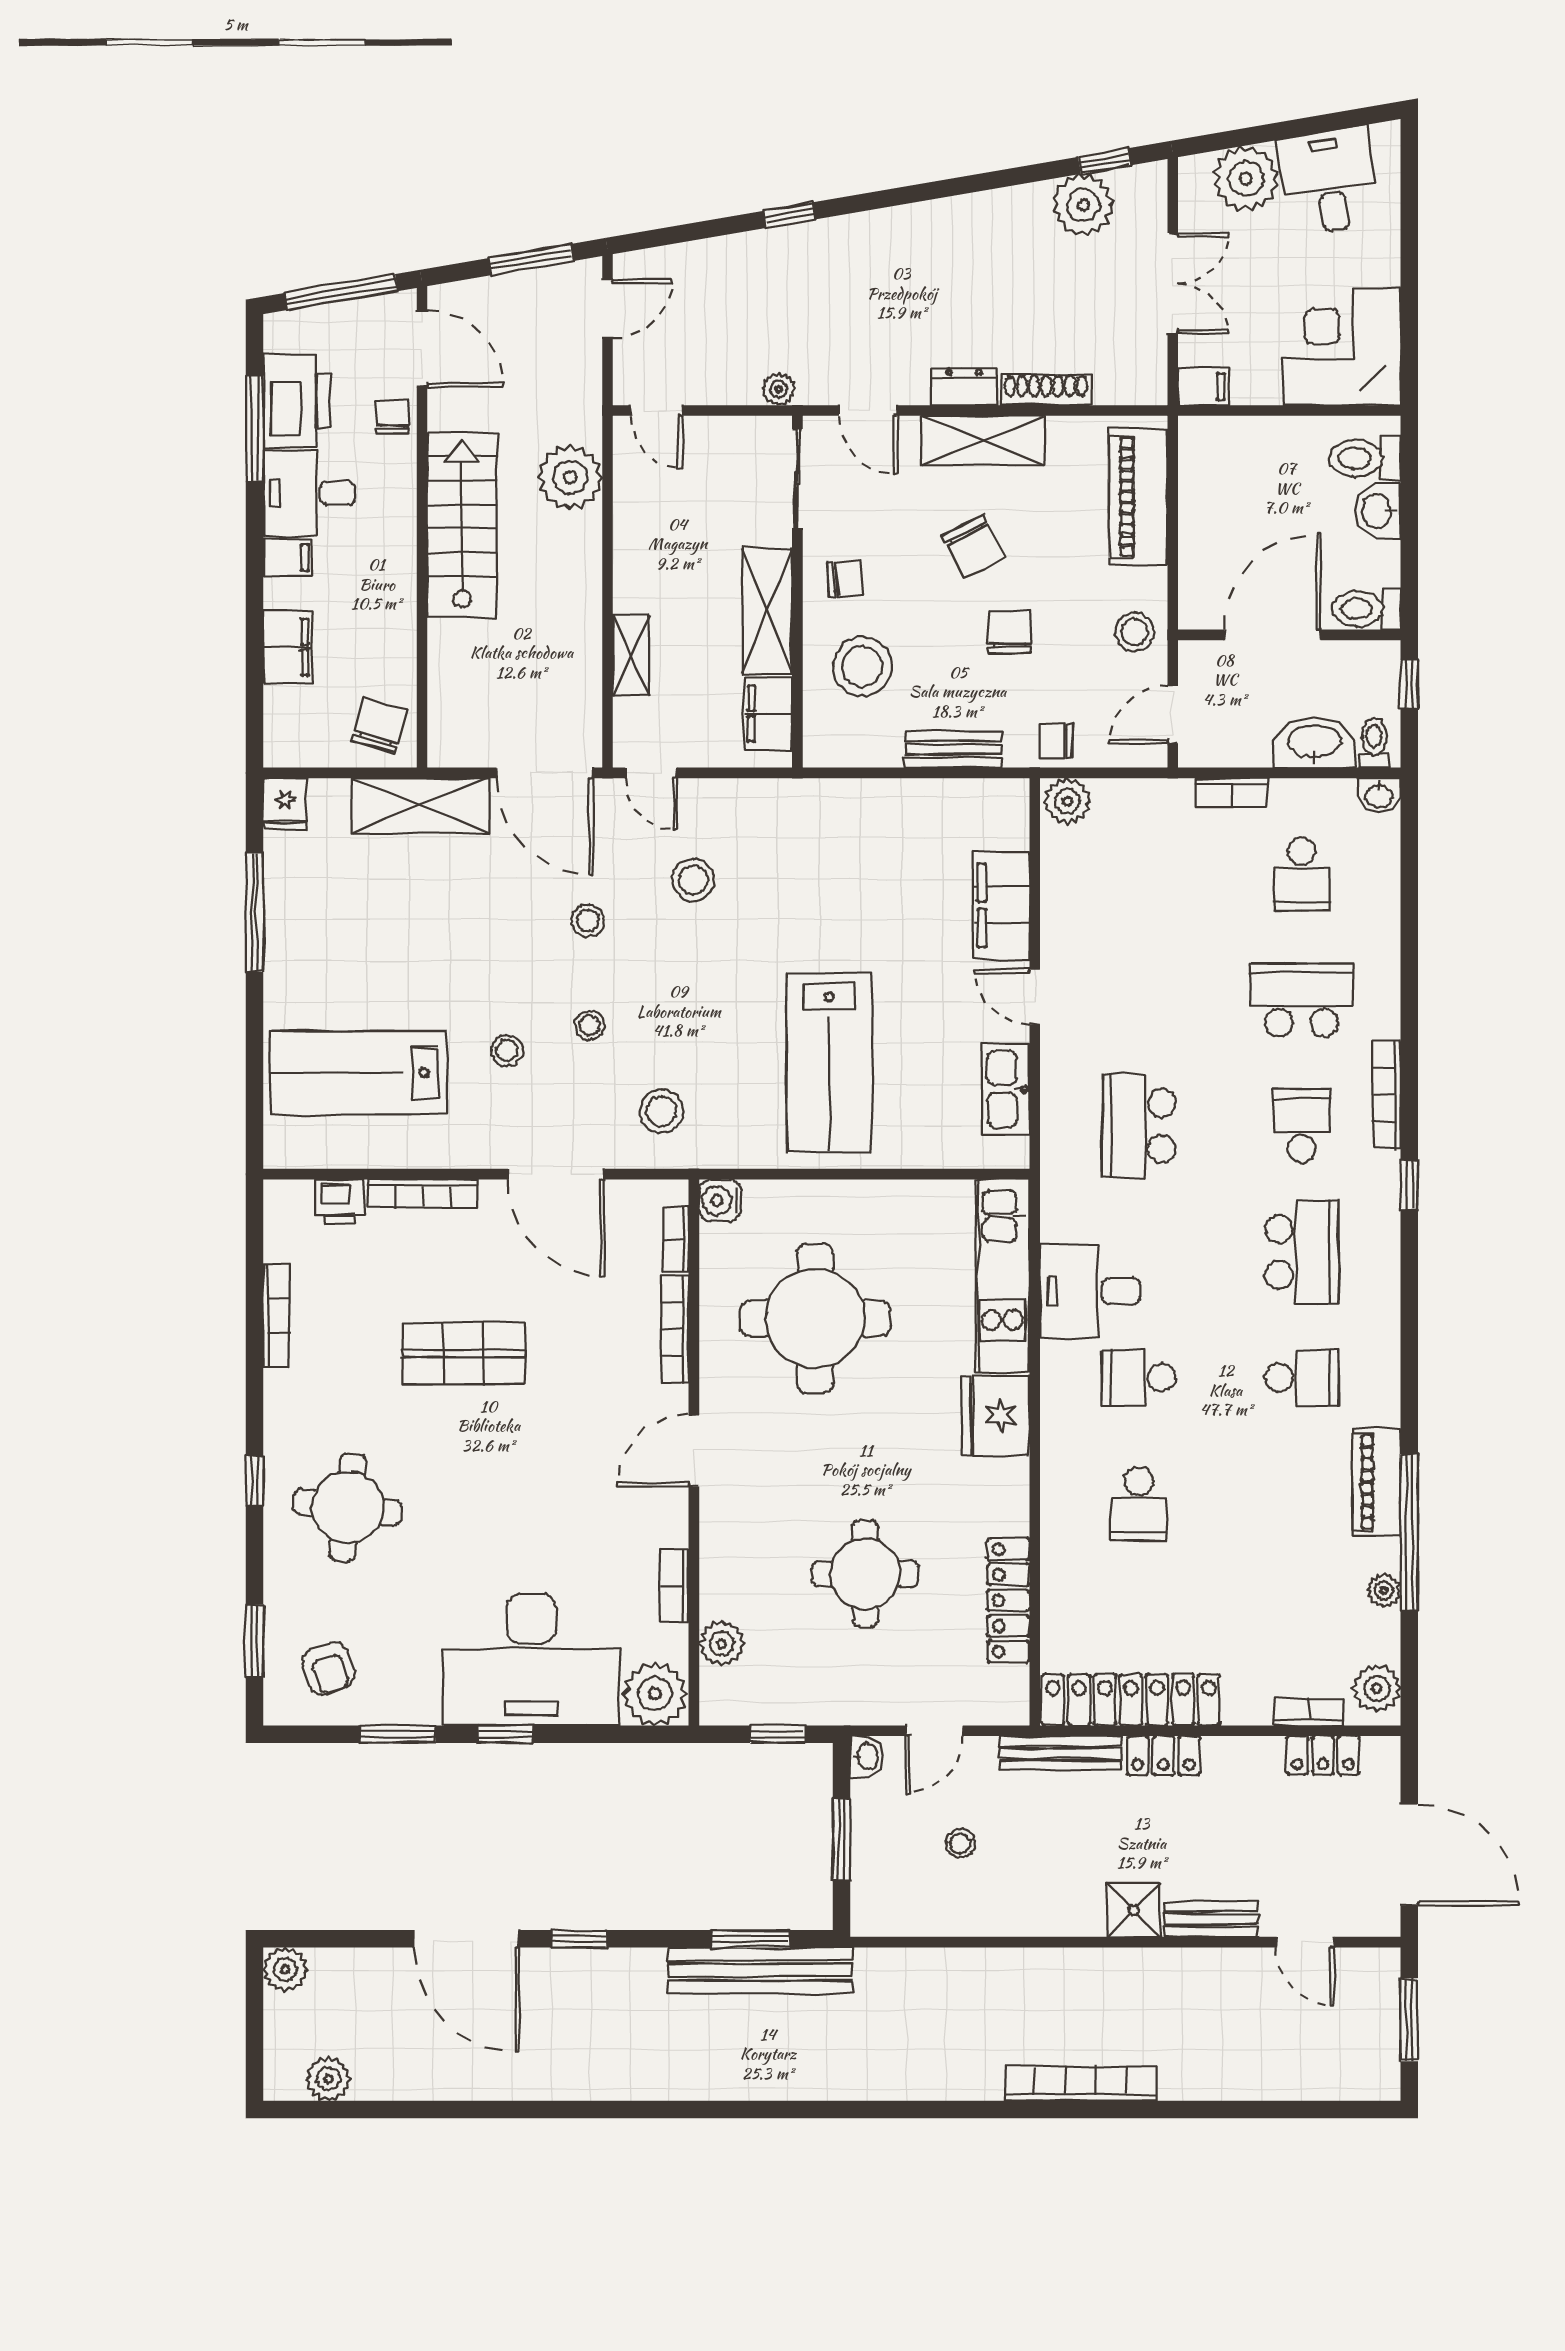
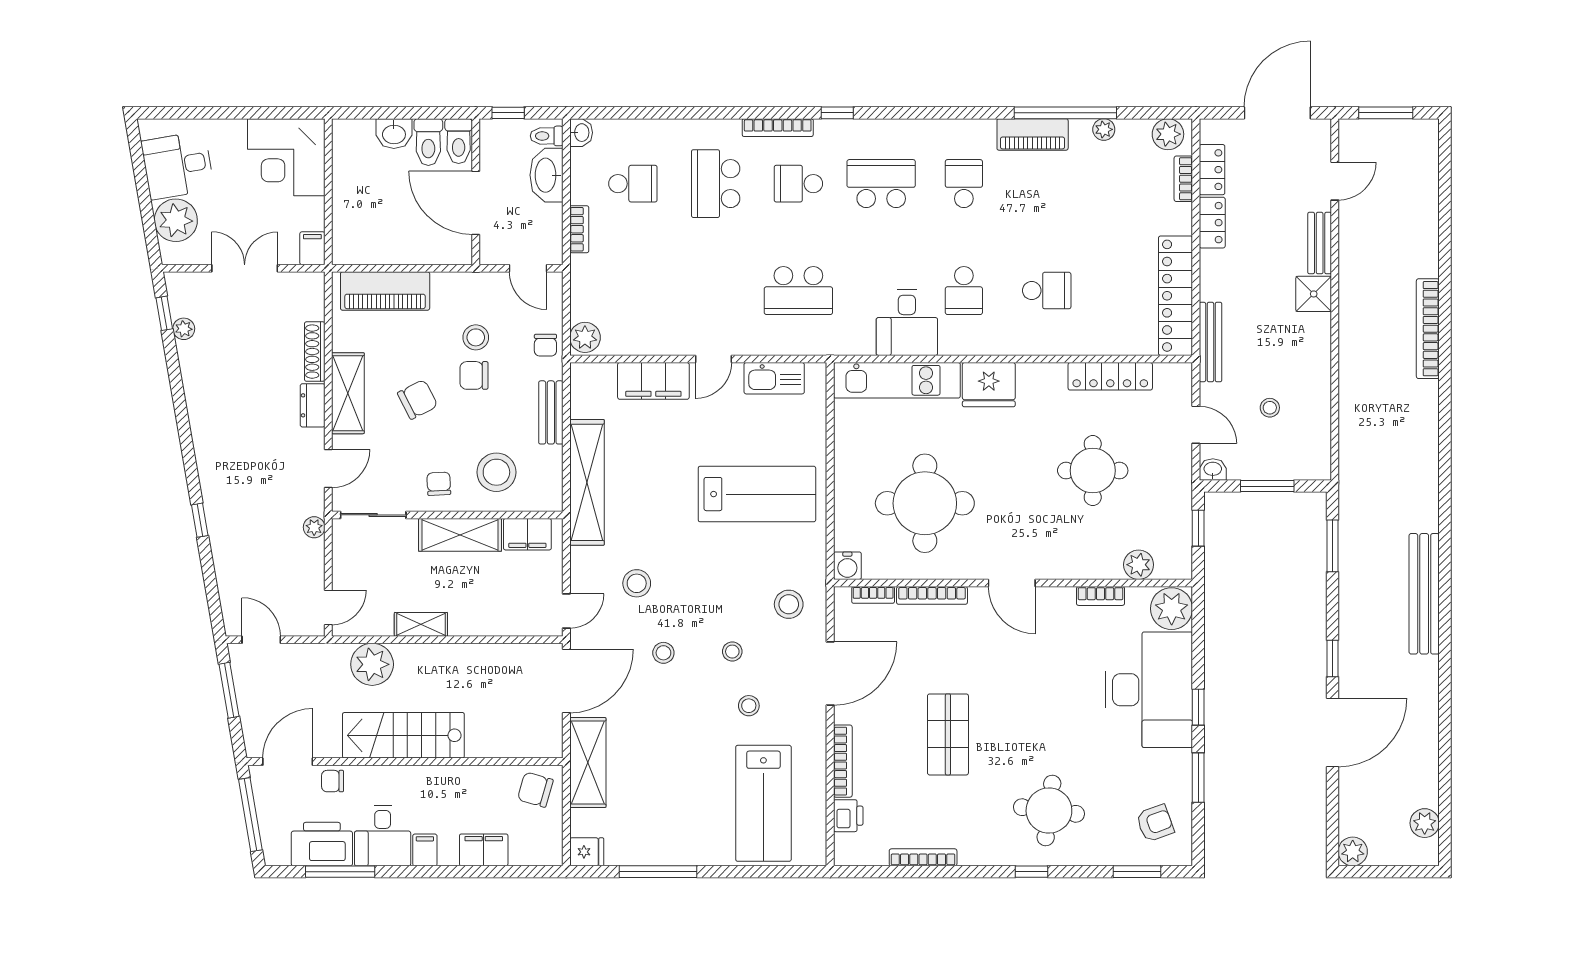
plant: (1083, 205) -> (184, 329), width x0.53, depth x0.53
toilet: (1365, 458) -> (428, 142), moved
stool: (1135, 632) -> (476, 337), moved
shelving: (631, 655) -> (421, 624), moved
shelving: (847, 804) -> (587, 482), added
locker: (1164, 1756) -> (1212, 223), moved
bench: (760, 1970) -> (1424, 594), moved

